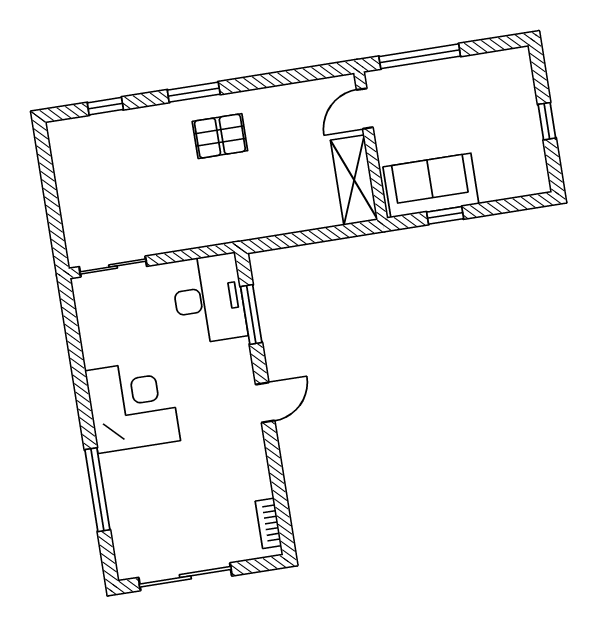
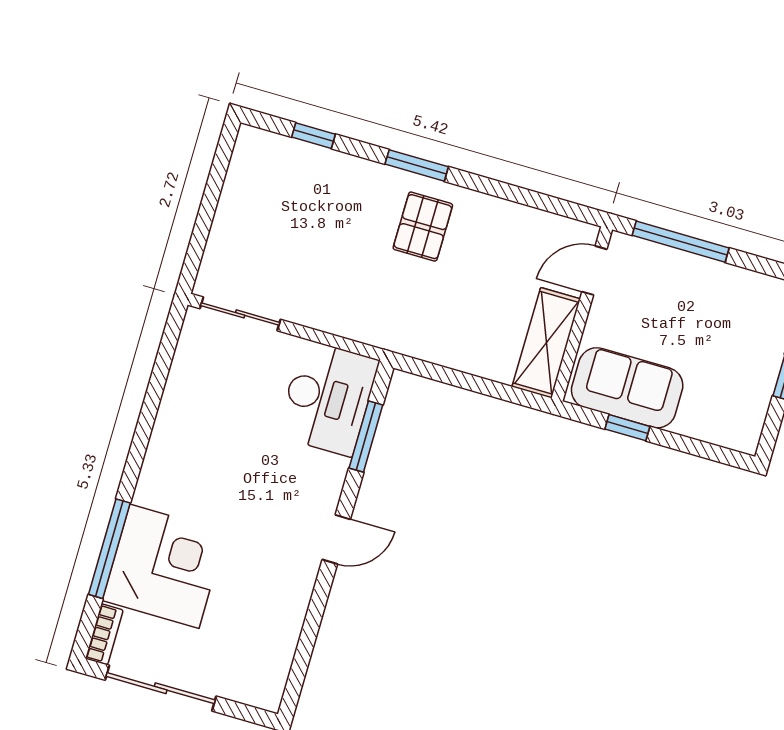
pallet: (220, 136) -> (423, 227), turned 90
corner desk: (133, 406) -> (164, 566), moved
bookcase: (268, 523) -> (104, 634), moved, turned 180

